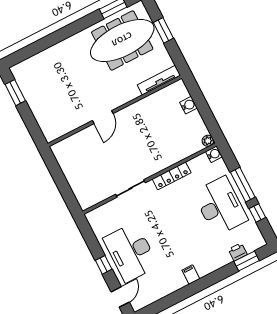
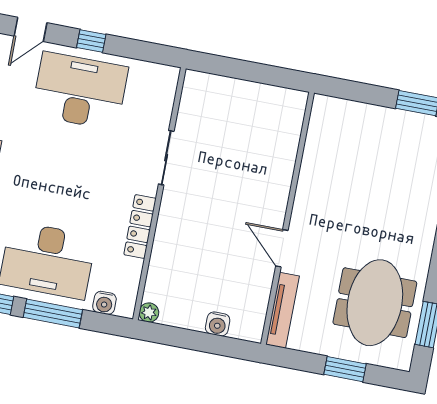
meeting table: (122, 40) -> (375, 303), width x0.73
door: (103, 117) -> (282, 248), moved
water cooler: (214, 154) -> (104, 303), moved
door: (120, 297) -> (30, 29), hinge flipped

